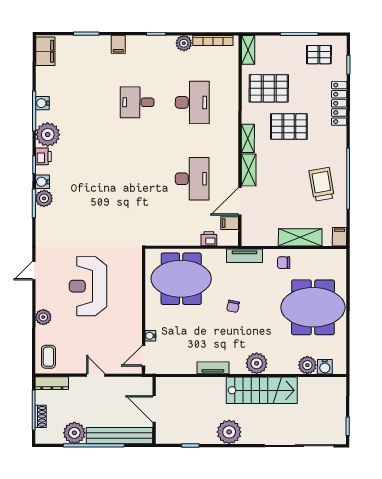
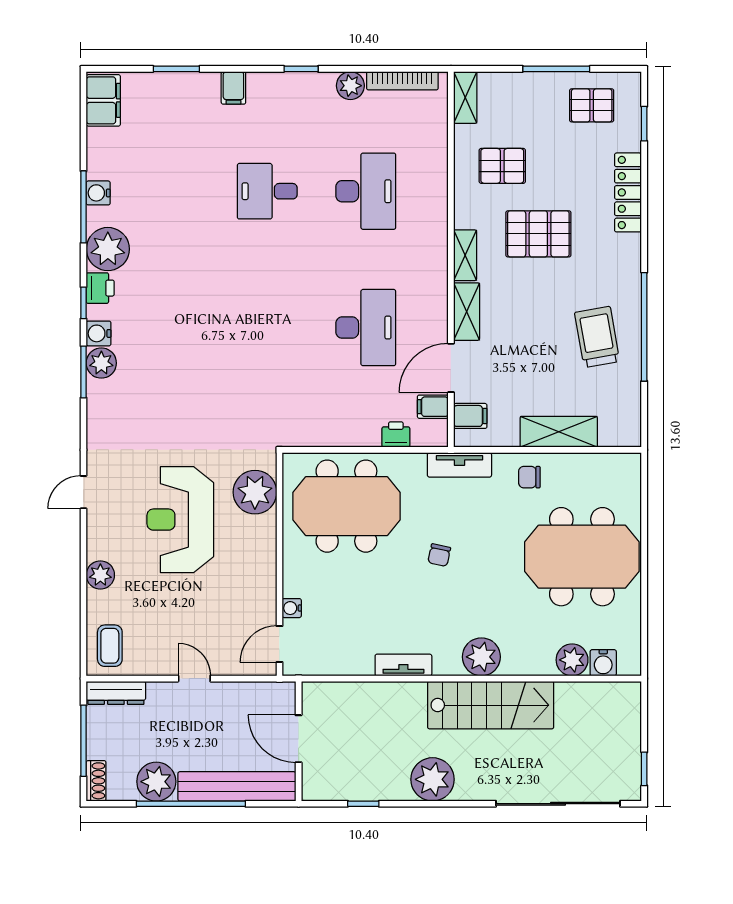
pallet: (269, 88) -> (502, 166), width x0.67, depth x0.71
filing cabinet: (340, 237) -> (470, 416), moved, turned 90
plant: (130, 271) -> (255, 492), added
shoe rack: (41, 416) -> (96, 781), moved

